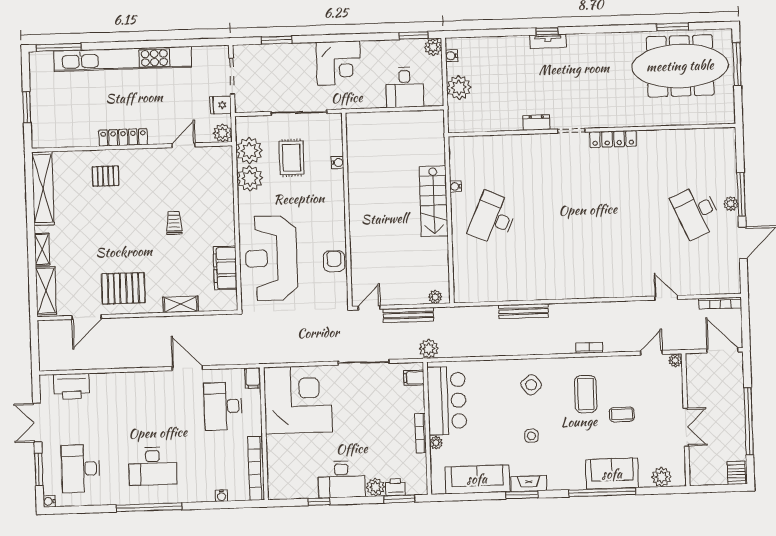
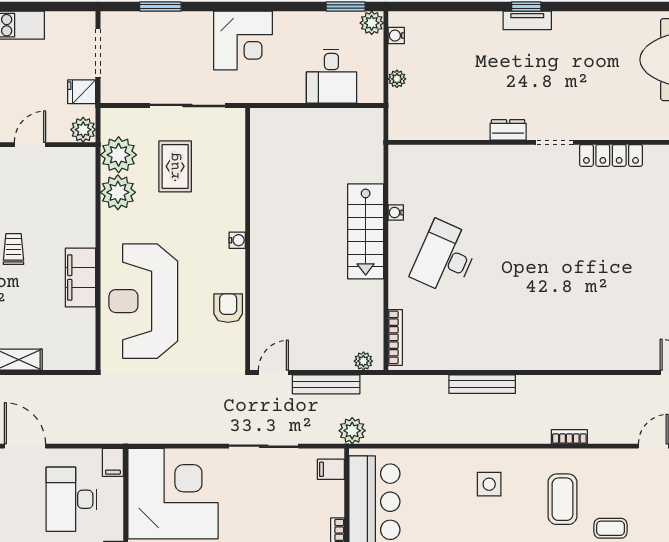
plant: (459, 87) -> (397, 79), width x0.53, depth x0.53
water cooler: (337, 163) -> (237, 240), moved
filing cabinet: (225, 268) -> (81, 278), moved
bookcase: (458, 279) -> (395, 337), added
side table: (531, 385) -> (489, 484), turned 38

